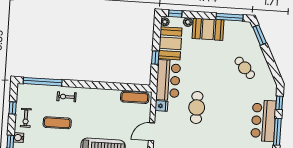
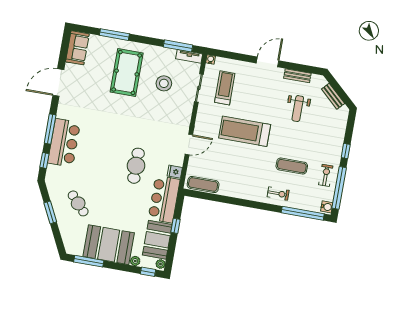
booth: (208, 29) -> (109, 245), width x1.36, depth x1.42
window: (260, 35) -> (50, 212), moved
window: (13, 108) -> (339, 188), width x3.17
water cooler: (19, 138) -> (327, 207), moved

